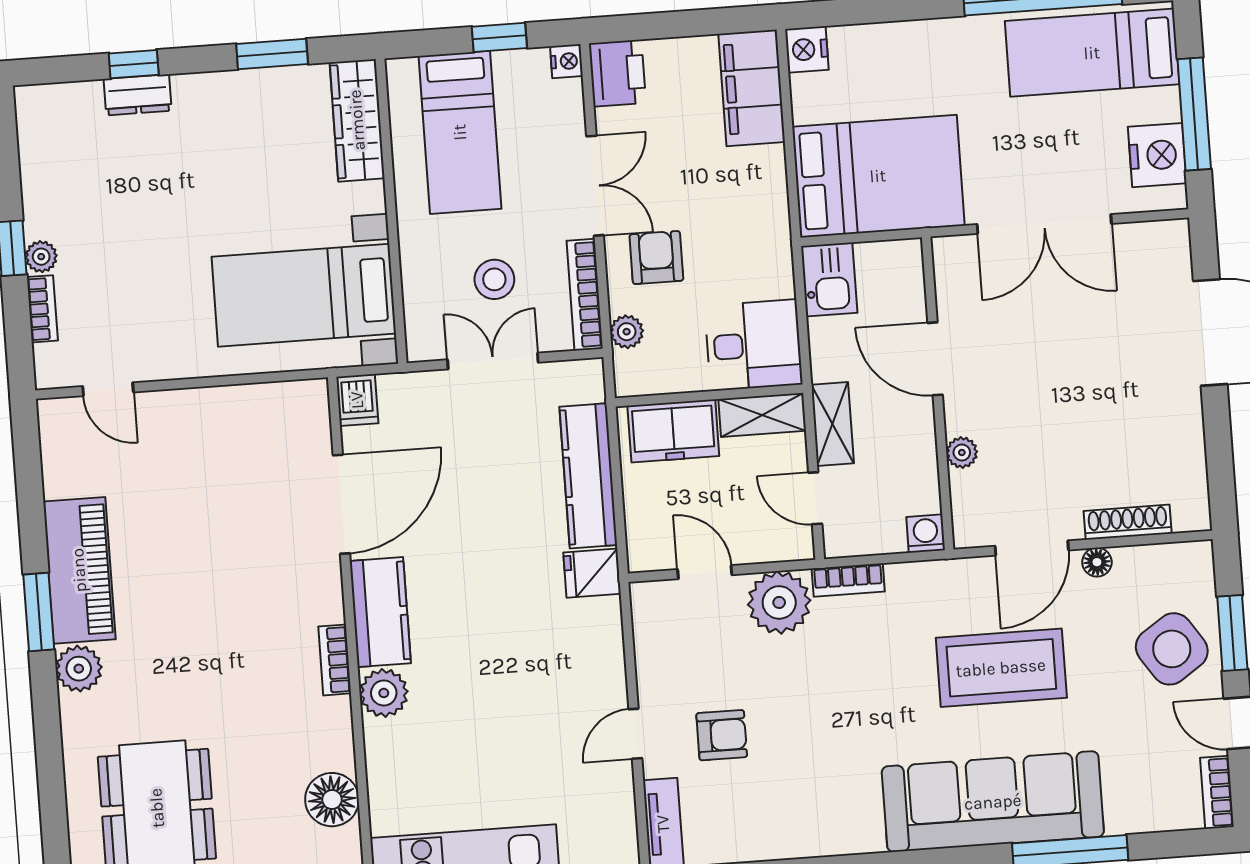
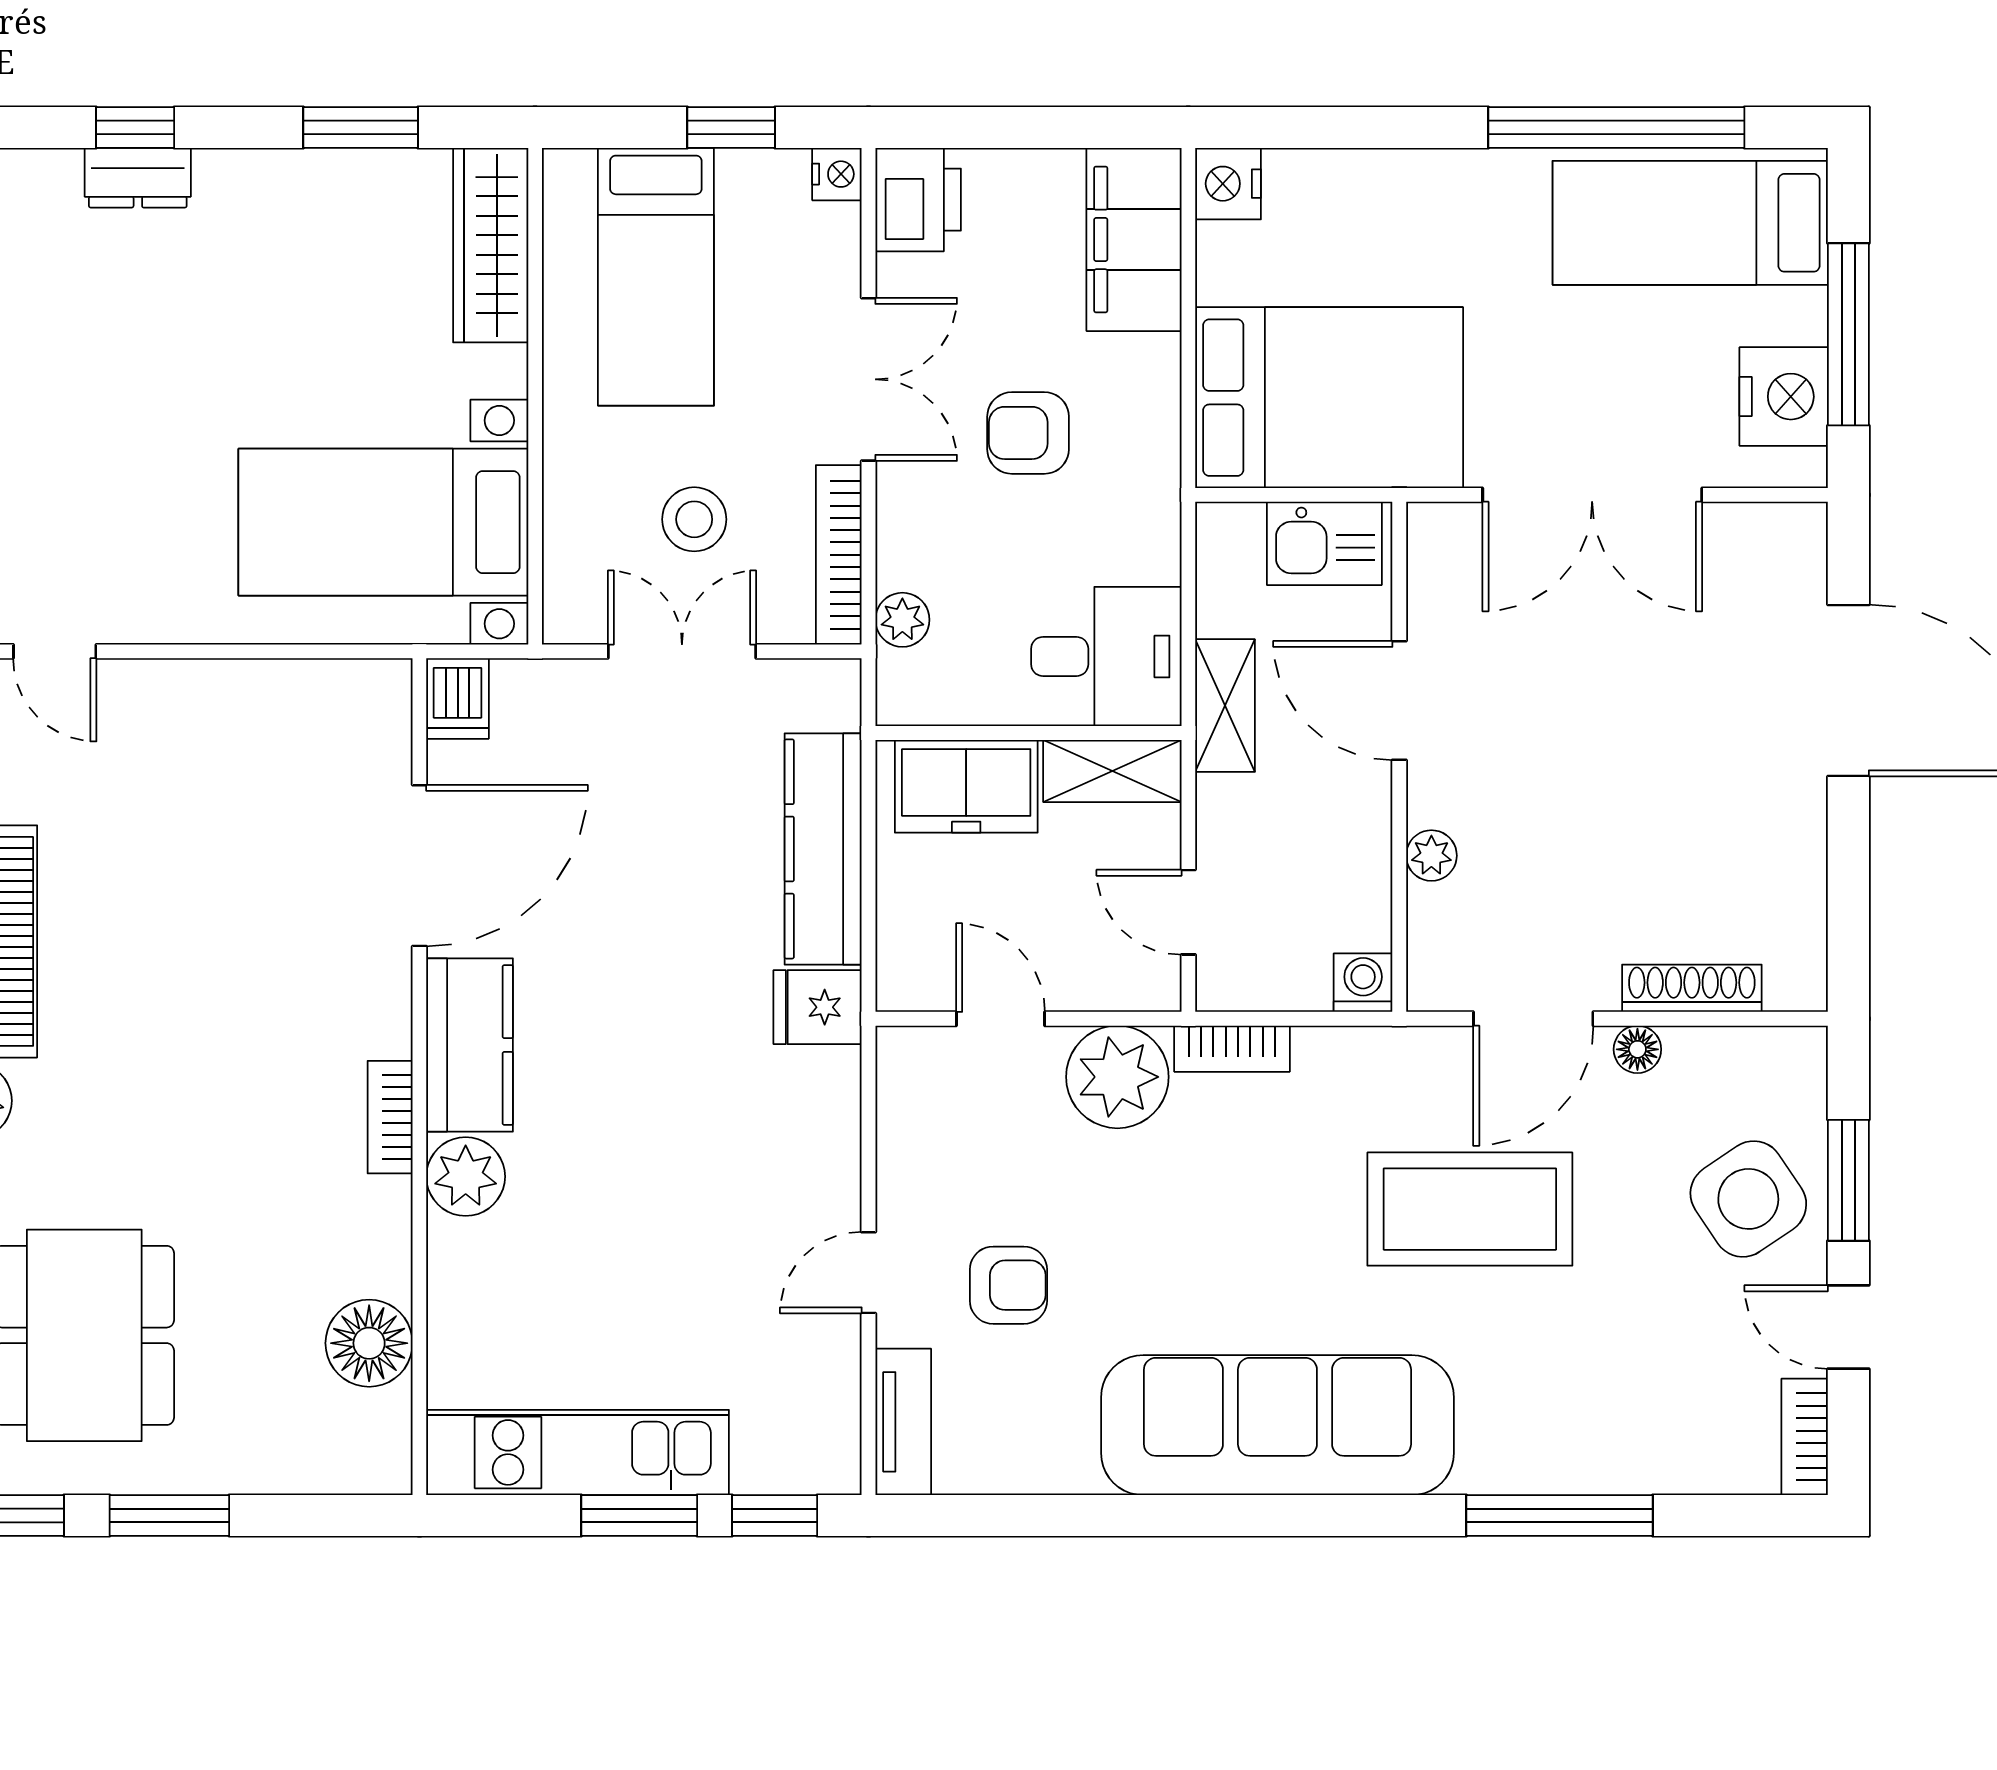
armchair: (656, 257) -> (1028, 433), moved, turned -90
kitchen sink: (829, 279) -> (1324, 543), moved, turned 90
shelving: (832, 424) -> (1225, 706), moved
sofa: (993, 802) -> (1277, 1425), moved

